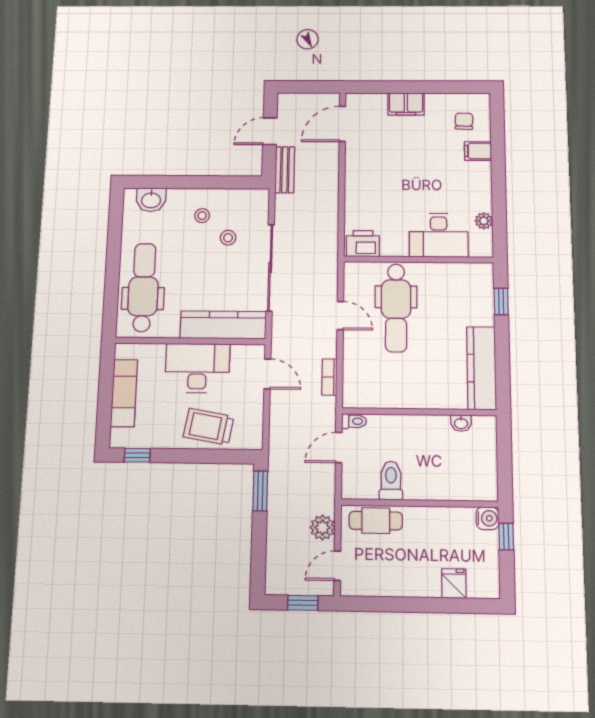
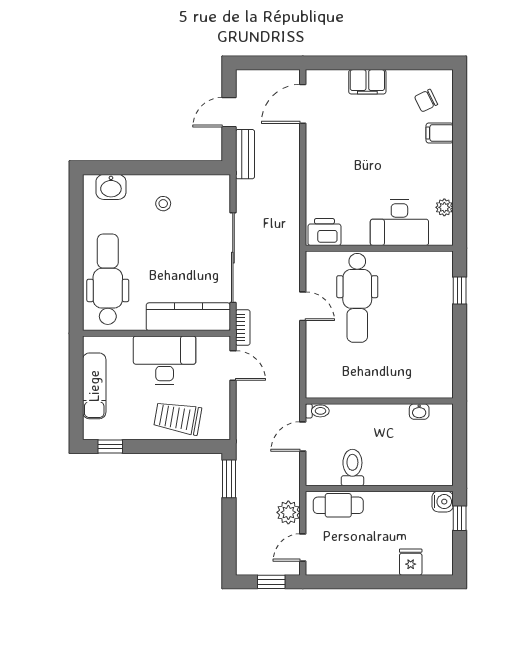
chair: (464, 121) -> (426, 101), turned -118
stool: (228, 238) -> (190, 227), removed
kitchen counter: (481, 368) -> (439, 357), removed
bookcase: (329, 377) -> (243, 327), moved, turned 180

